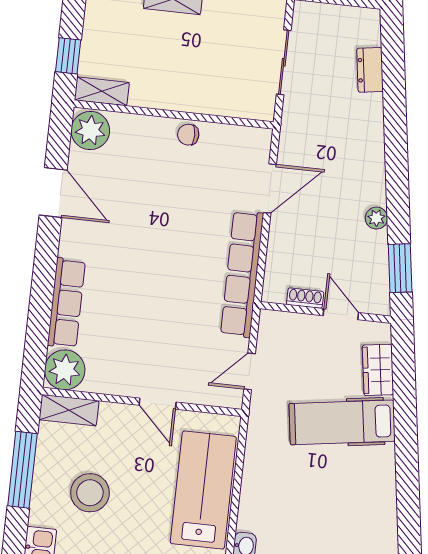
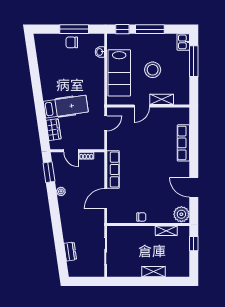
shelving: (102, 91) -> (166, 231), moved
row of seats: (242, 274) -> (113, 170), width x0.73
plant: (65, 370) -> (181, 116), removed
door: (158, 404) -> (142, 106), swing flipped
shelving: (69, 410) -> (162, 99), moved
window: (22, 470) -> (194, 61), moved
stool: (90, 493) -> (153, 70), moved

